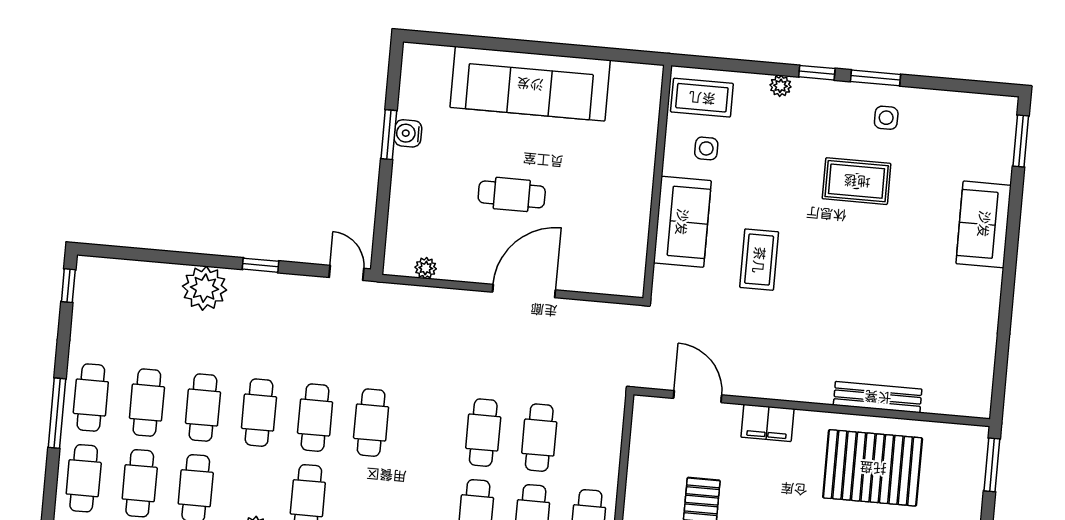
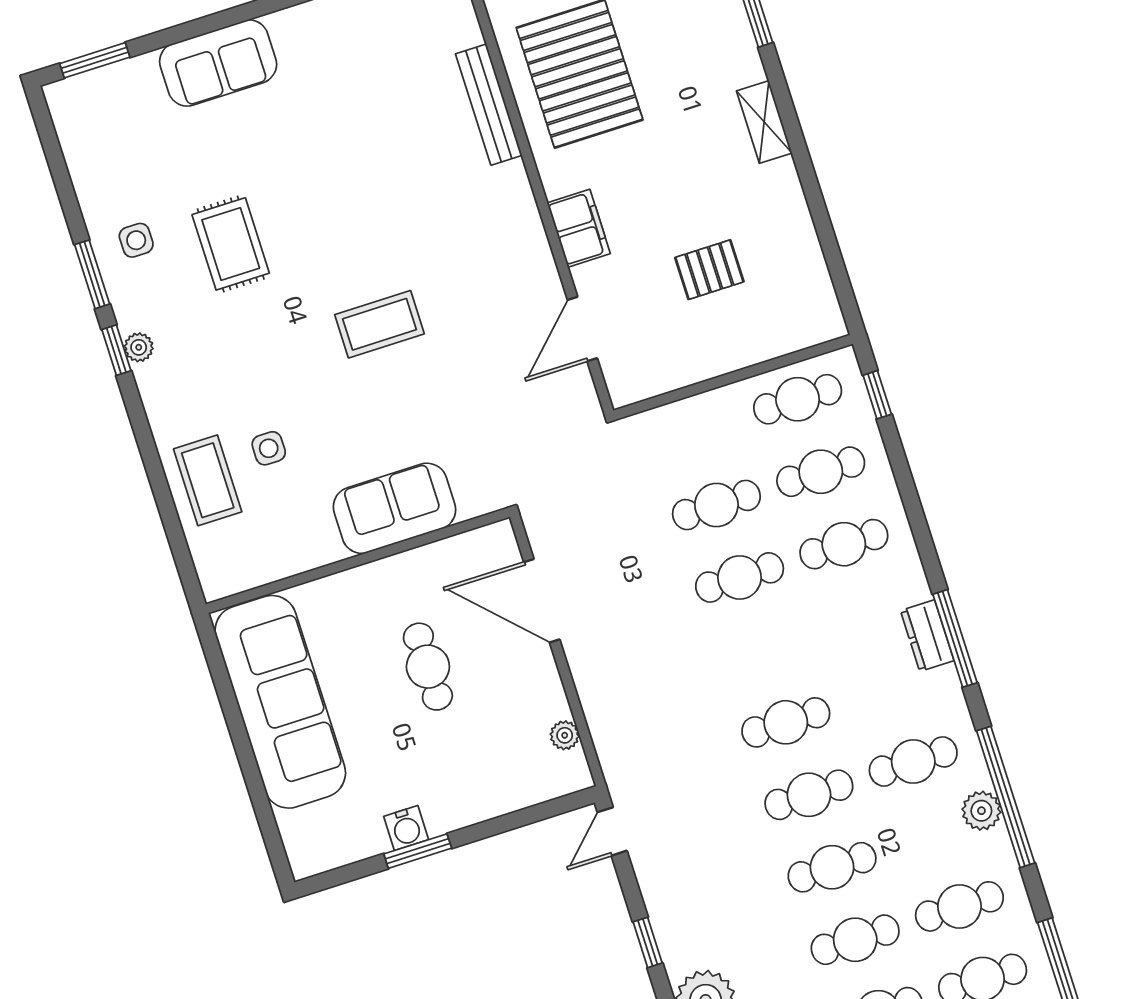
plant: (781, 86) -> (139, 347), moved
wall: (657, 182) -> (358, 561), moved
sofa: (682, 222) -> (394, 508), moved

